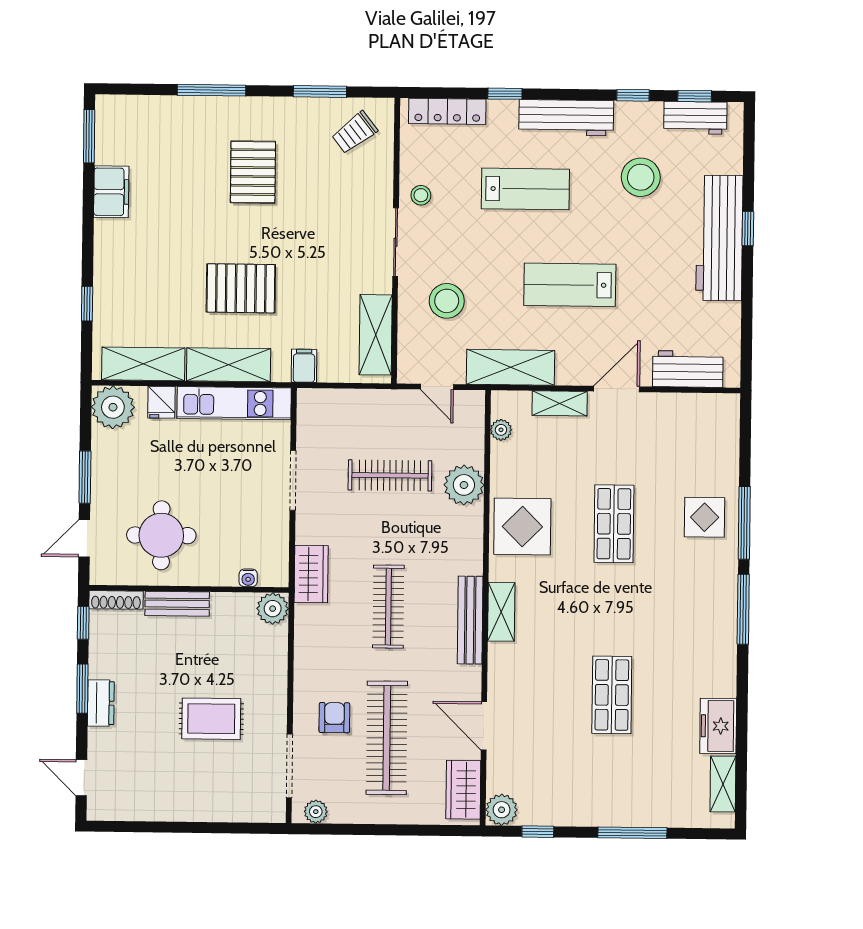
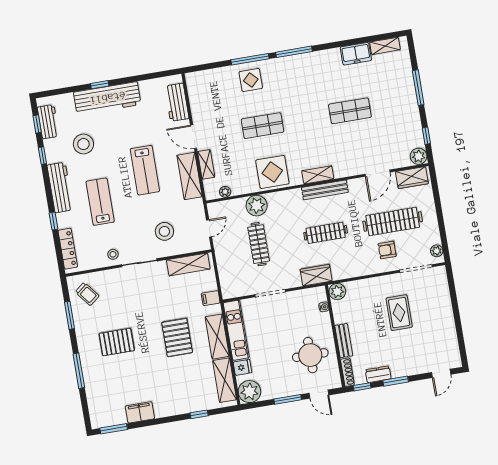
shelving: (511, 367) -> (190, 176), moved
dresser: (101, 703) -> (378, 374), moved

